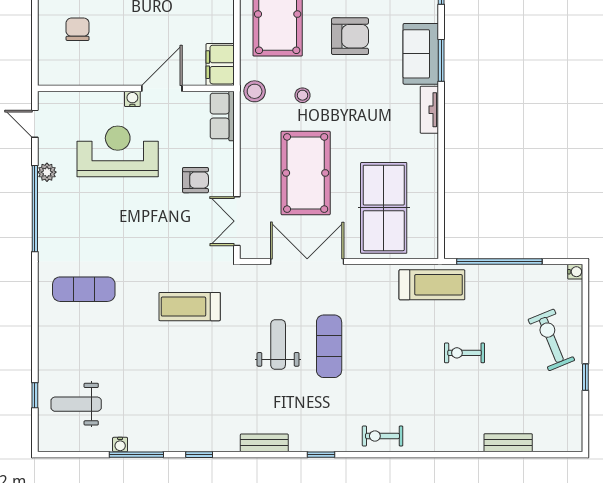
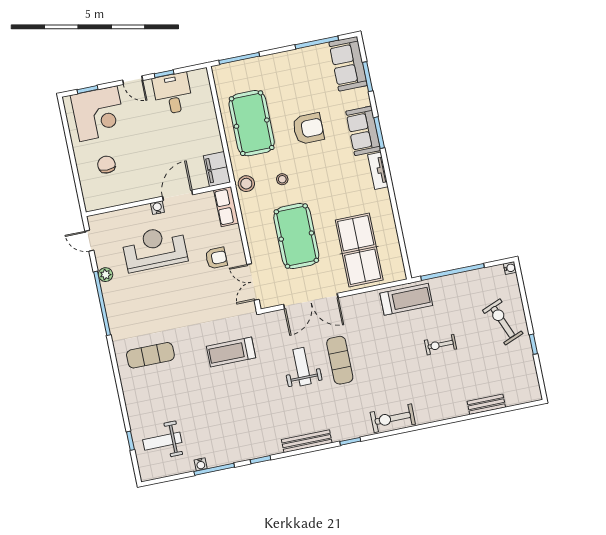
double door: (307, 262) -> (311, 301), swing flipped
exercise bike: (383, 436) -> (393, 418), width x1.38, depth x1.39
bench: (264, 443) -> (307, 441), width x1.36

